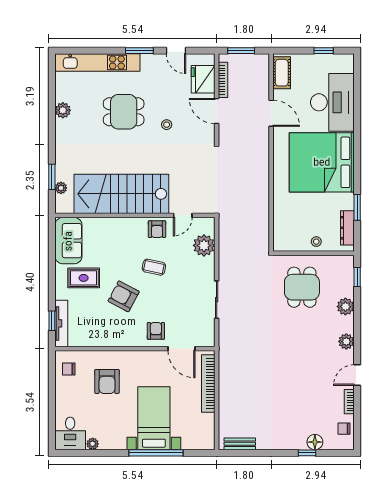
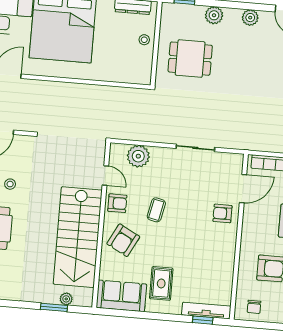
armchair: (124, 296) -> (123, 240), moved

